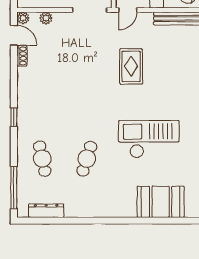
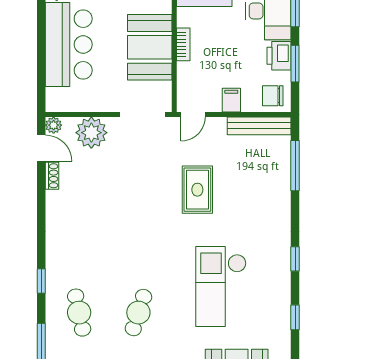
plant: (46, 18) -> (91, 133), width x1.88, depth x1.88
window: (14, 117) -> (41, 281), moved
checkout: (149, 139) -> (221, 287), turned -90

